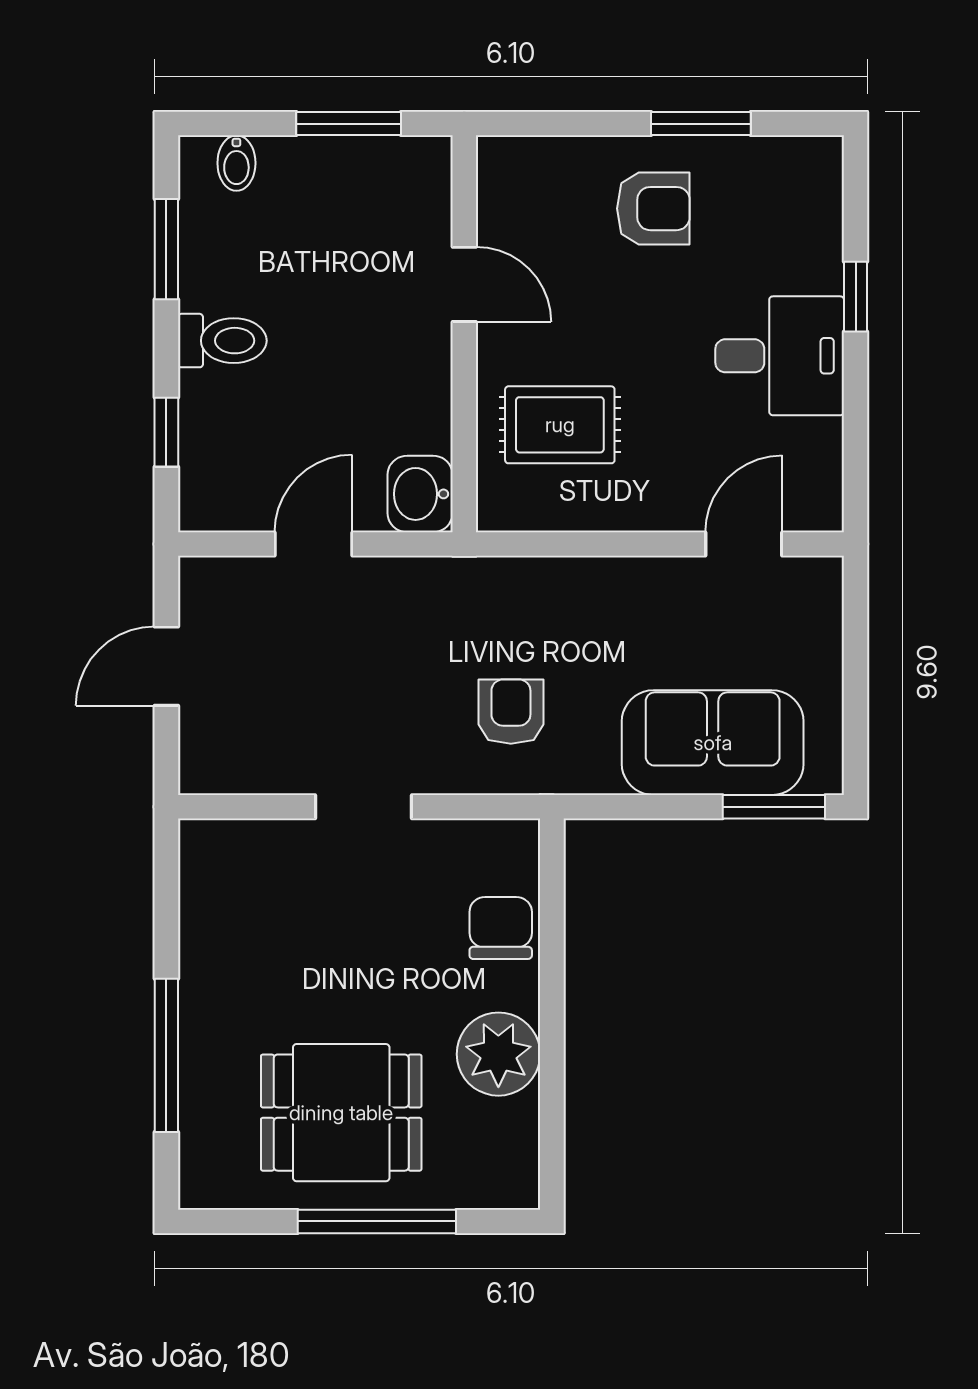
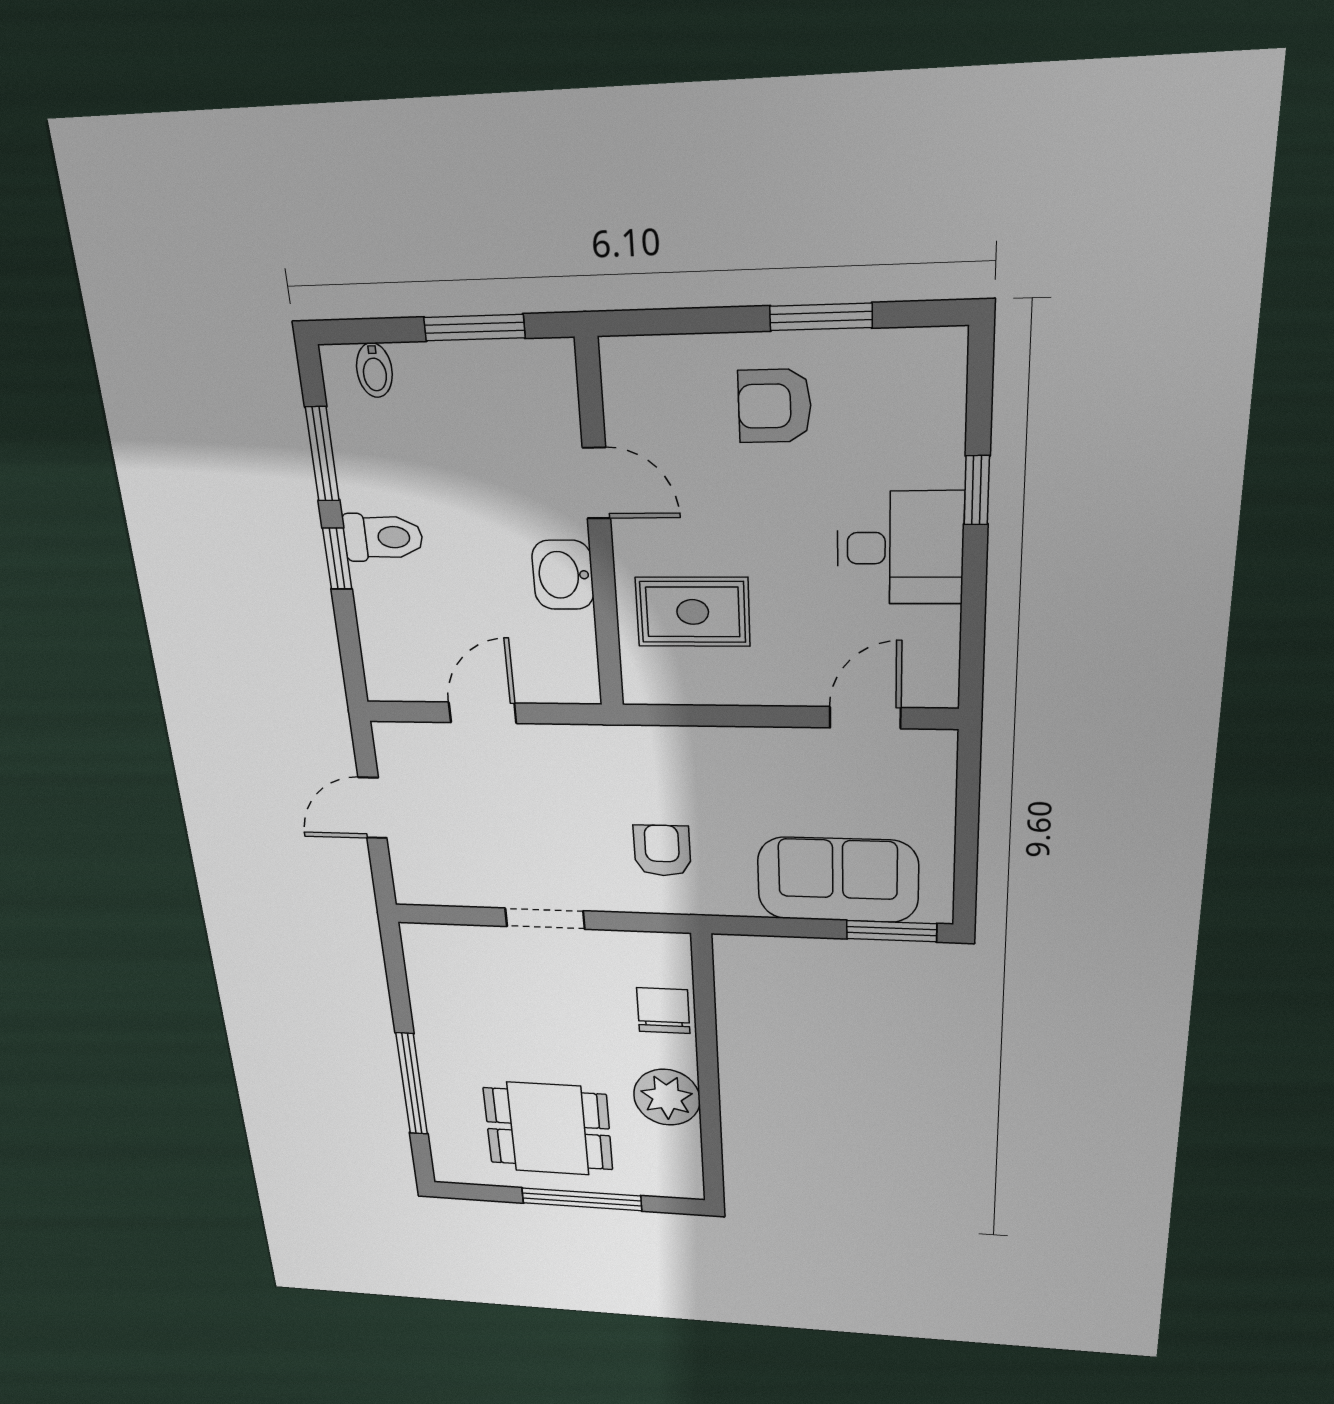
armchair: (653, 209) -> (775, 406), turned 180
window: (166, 432) -> (337, 559), moved
washbasin: (420, 494) -> (563, 575), moved

